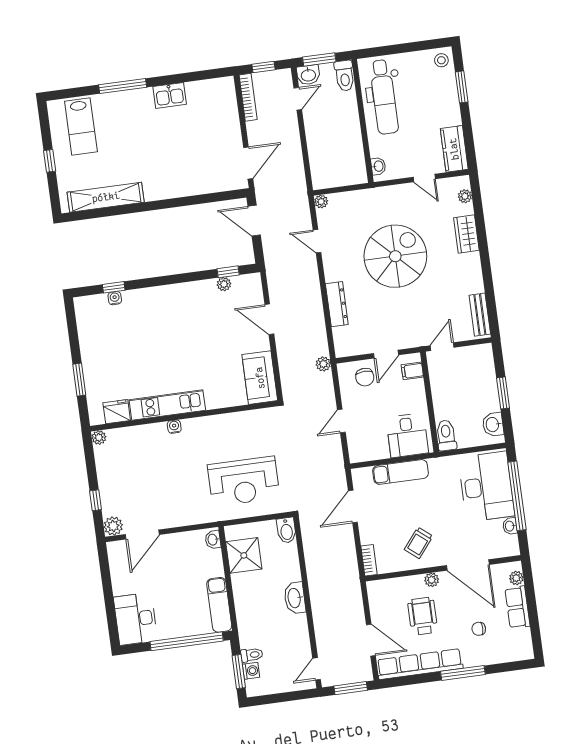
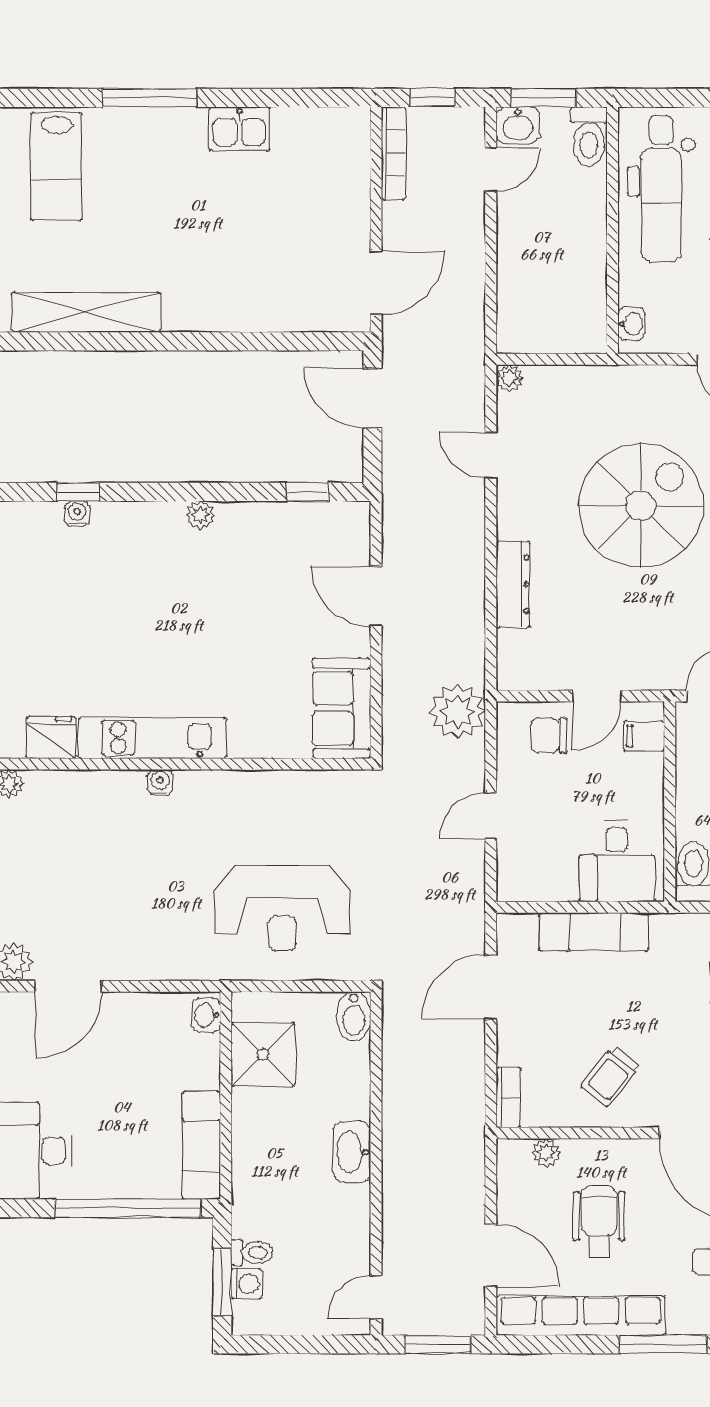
plant: (224, 284) -> (200, 515), moved
plant: (323, 364) -> (457, 712), width x1.87, depth x1.87
chair: (365, 377) -> (549, 736), turned 92
plant: (432, 580) -> (546, 1153), moved

